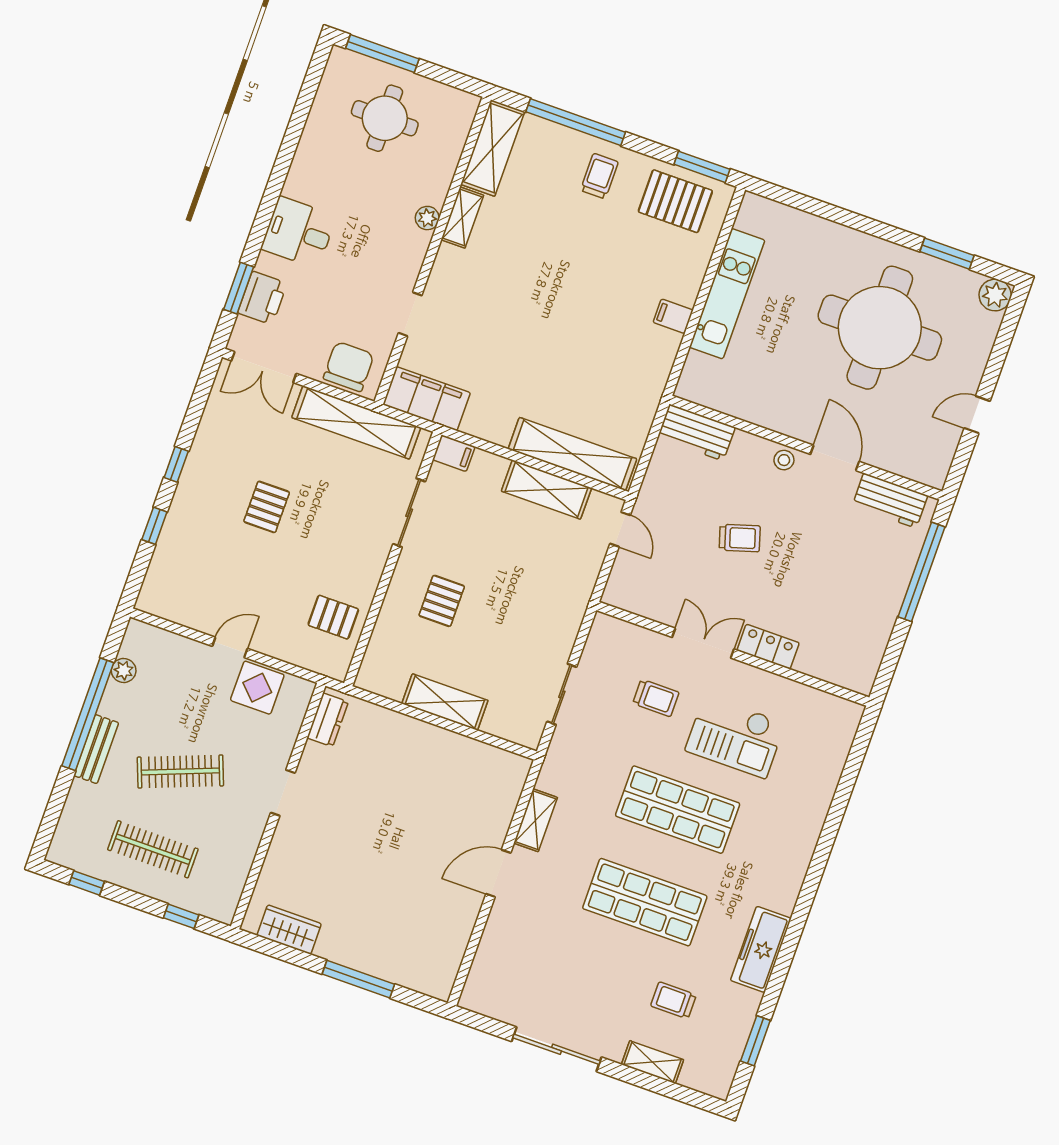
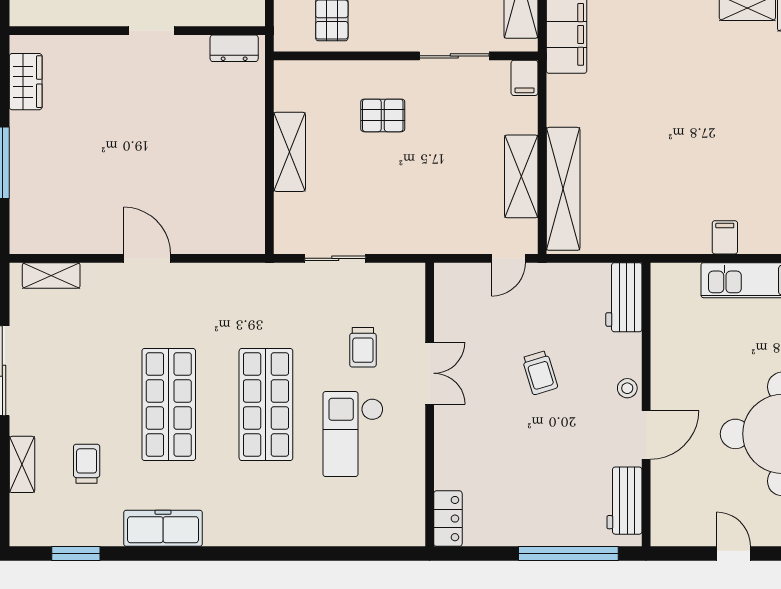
locker: (768, 647) -> (448, 519), moved
shelving: (536, 820) -> (51, 275), moved

